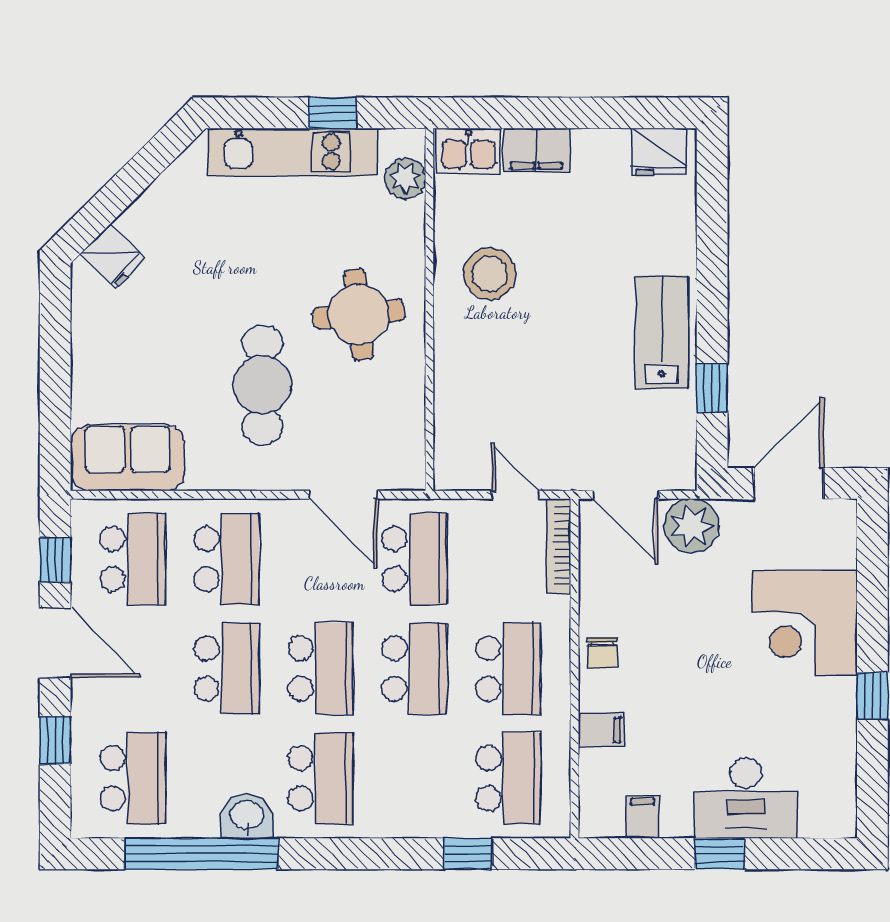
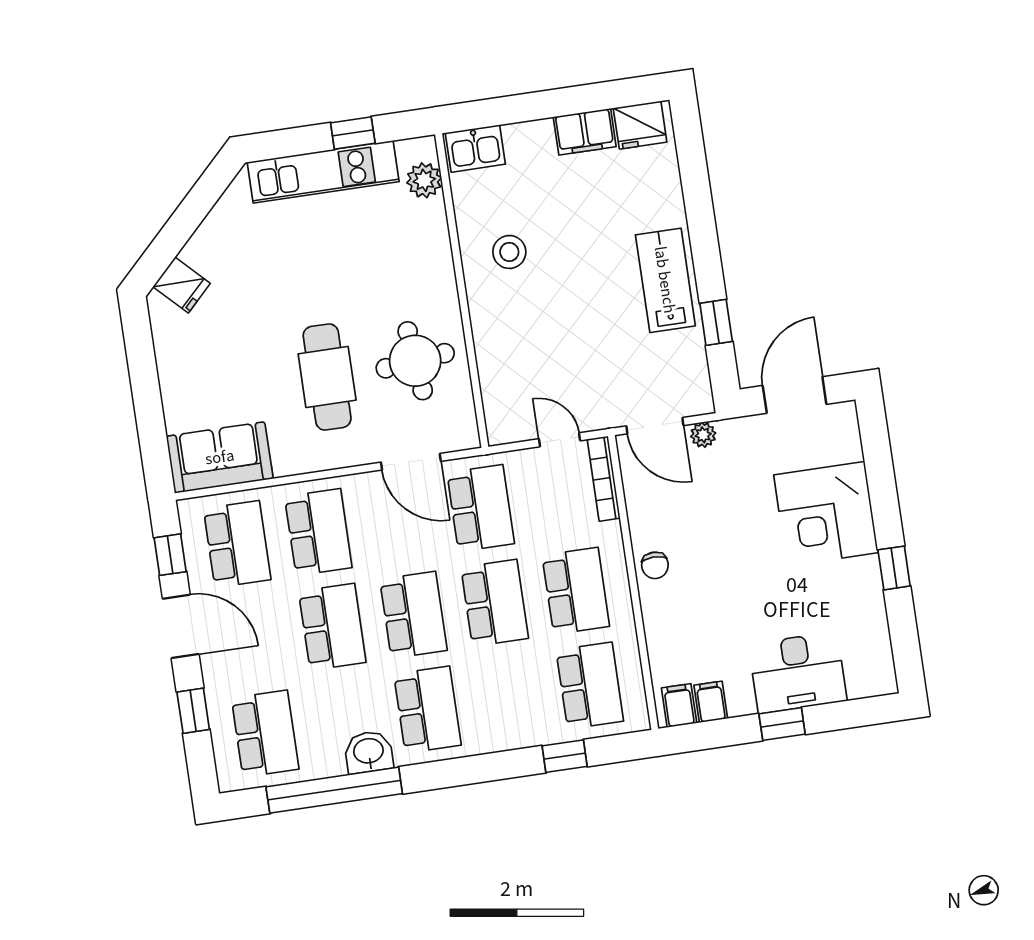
filing cabinet: (536, 150) -> (585, 132), moved
stool: (490, 274) -> (509, 252), width x0.73, depth x0.73
round table: (359, 314) -> (415, 361), moved
plant: (691, 526) -> (703, 435), width x0.53, depth x0.53
filing cabinet: (601, 730) -> (679, 706), moved, turned -90

